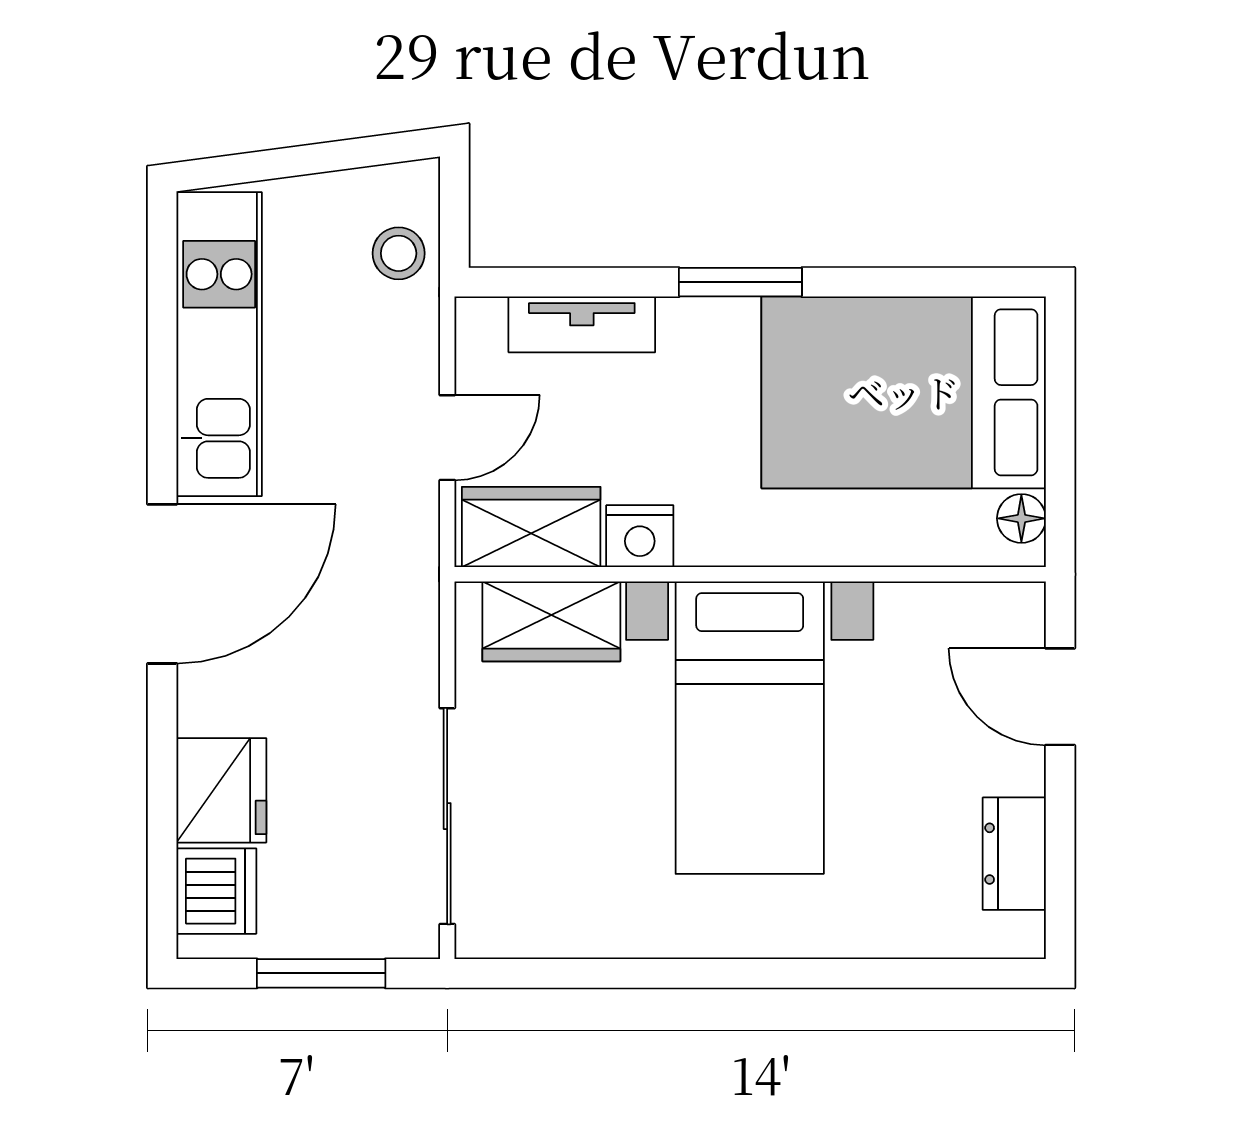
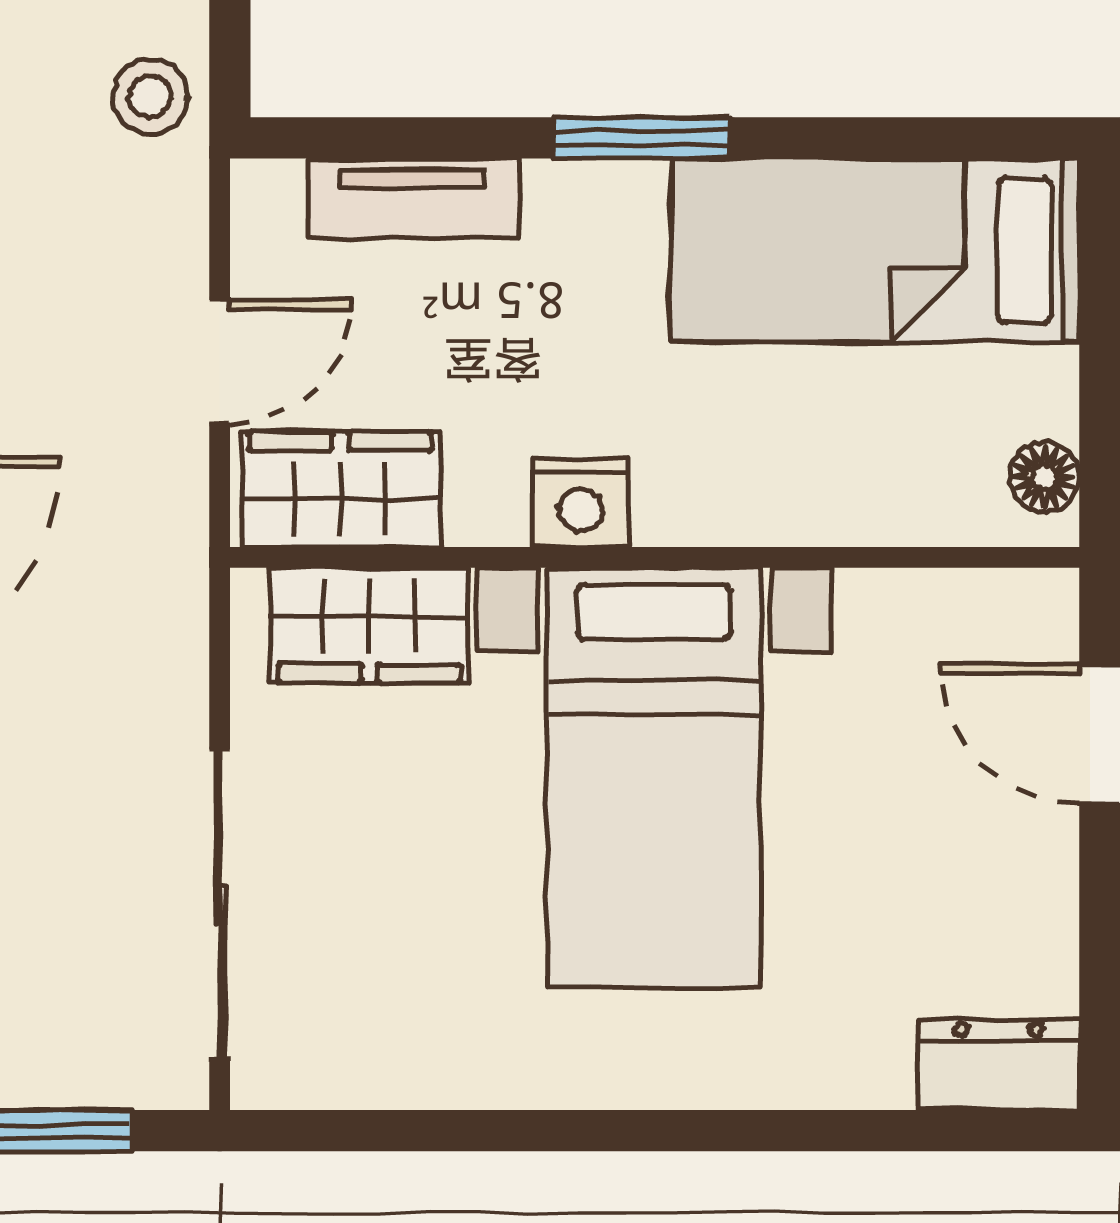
bed: (904, 392) -> (875, 250), width x0.67
nightstand: (640, 536) -> (581, 503), moved
dresser: (1014, 854) -> (999, 1065), moved, turned 90

